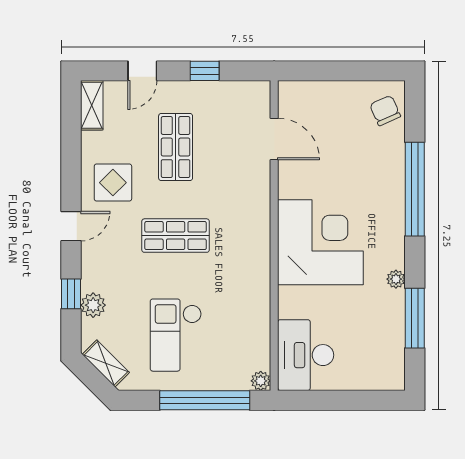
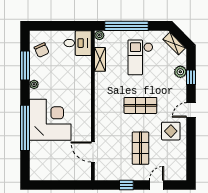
shelving: (92, 105) -> (100, 59), moved
chair: (385, 111) -> (42, 50), moved
corner desk: (320, 242) -> (50, 120), moved, turned 180
checkout: (176, 335) -> (140, 57), turned 180
desk: (306, 355) -> (78, 43), width x0.73

